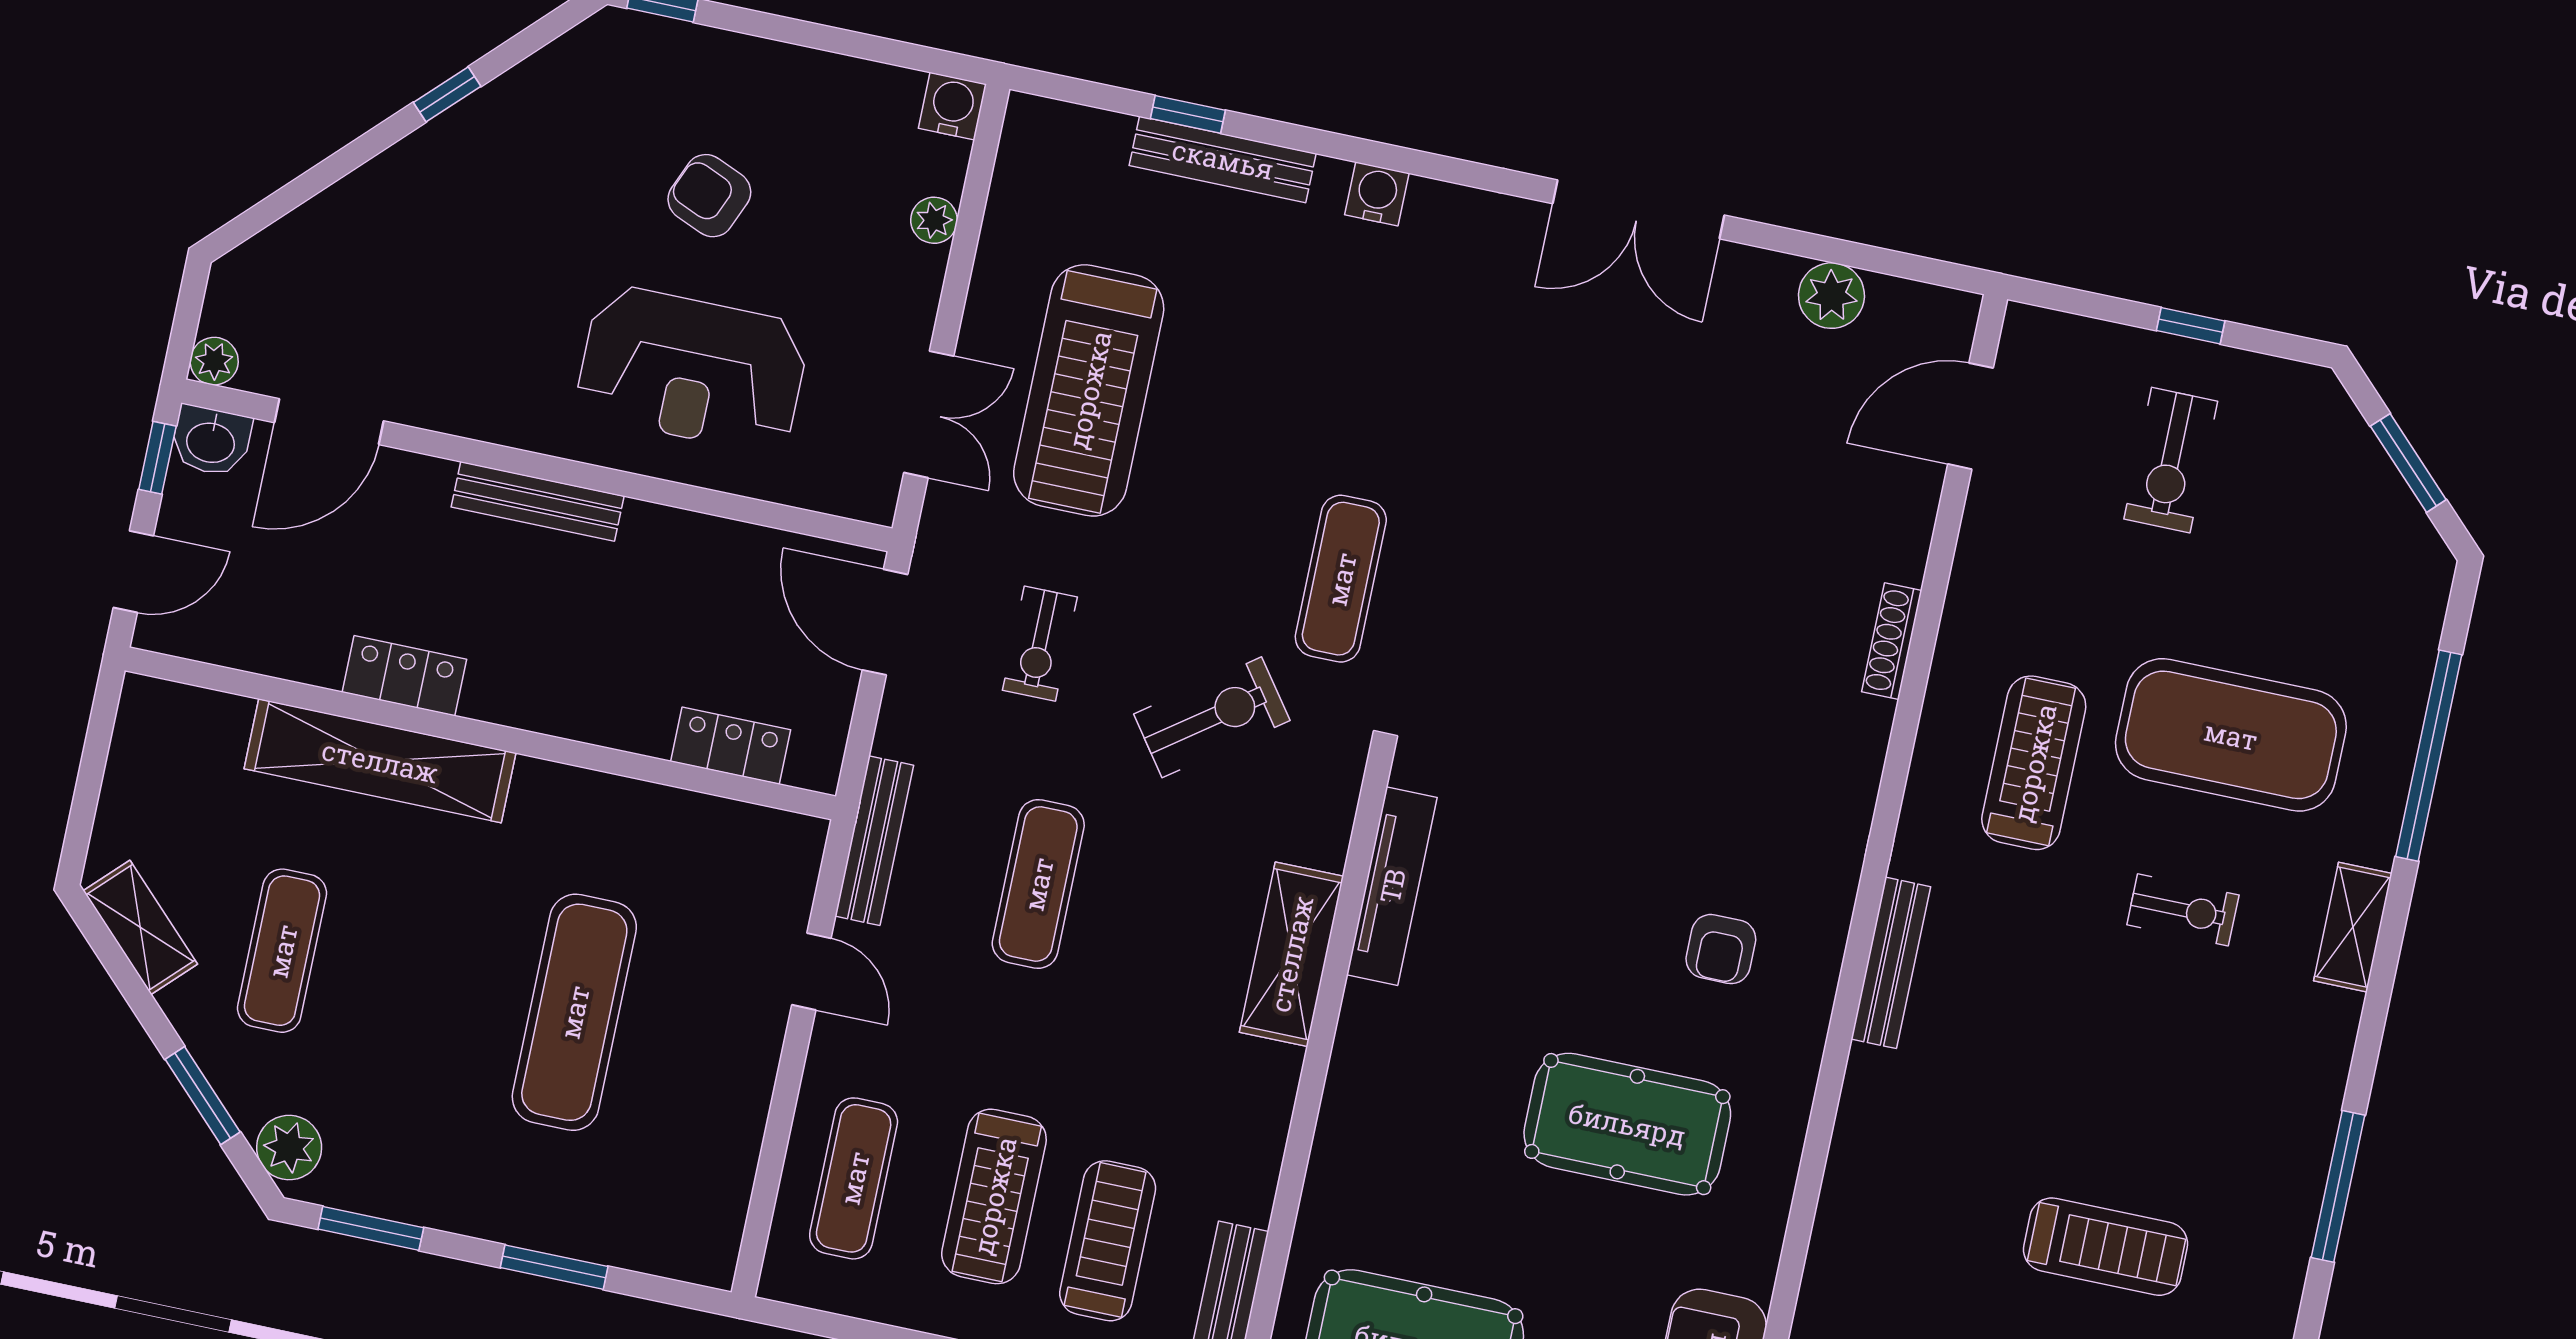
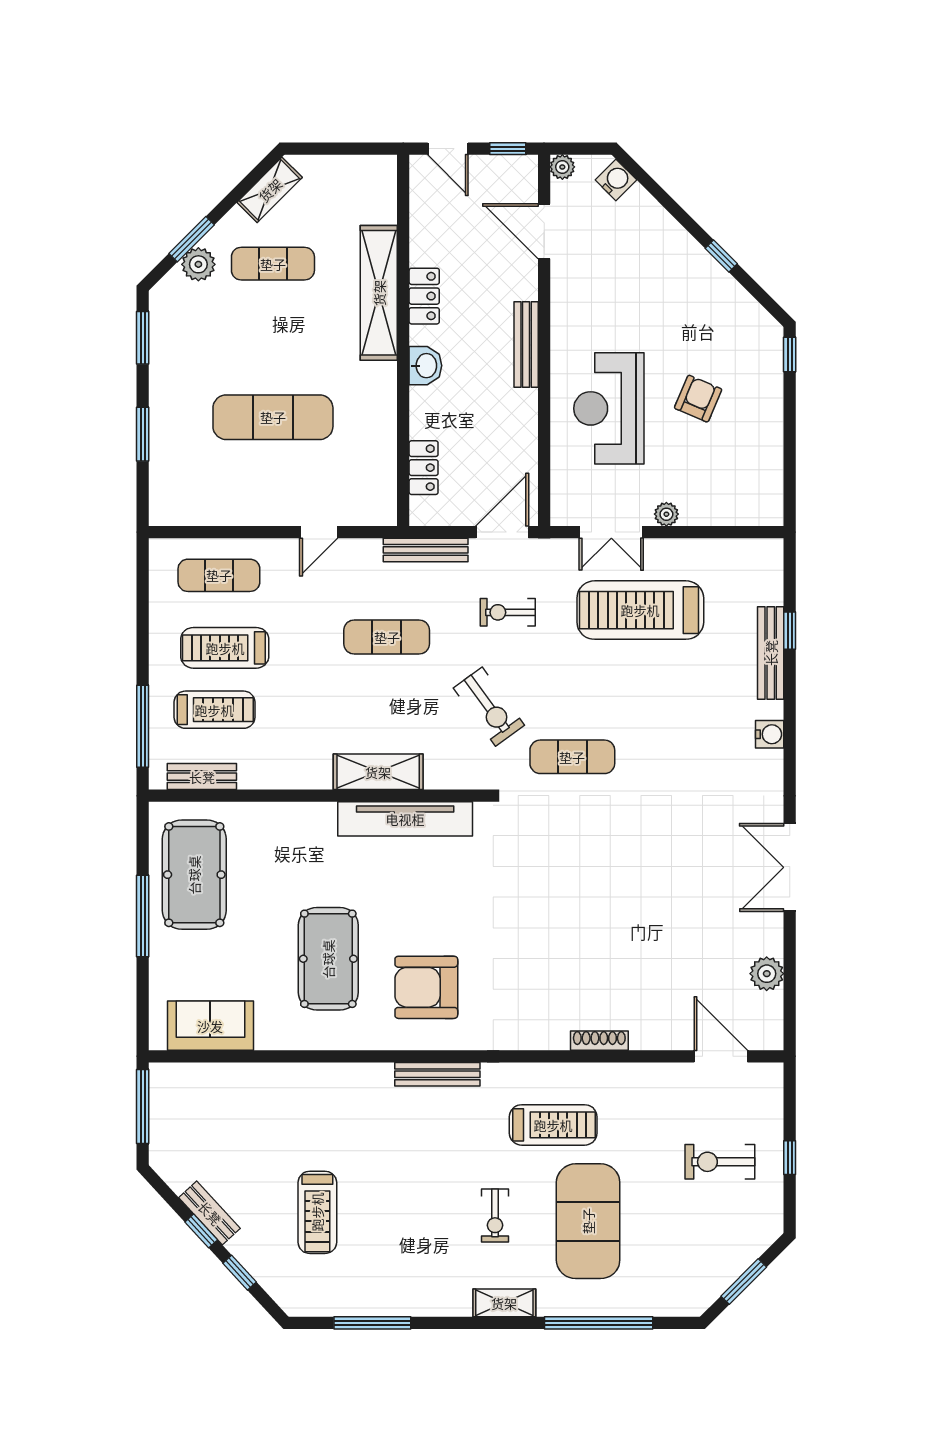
water cooler: (952, 106) -> (616, 180), moved, turned -45
plant: (934, 220) -> (666, 514), moved
washbasin: (211, 441) -> (425, 366), moved, turned 180
bench: (874, 841) -> (426, 550), moved
tv unit: (1392, 886) -> (405, 819), width x1.36, depth x1.29
armchair: (1721, 949) -> (426, 987), width x1.88, depth x1.88
plant: (289, 1148) -> (198, 264), moved

